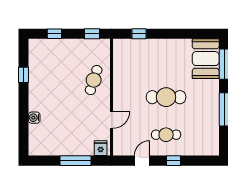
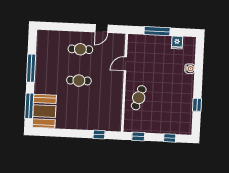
cafe table: (166, 97) -> (79, 81), width x0.73, depth x0.74
fridge: (101, 148) -> (177, 42), moved
window: (174, 161) -> (75, 27), removed

